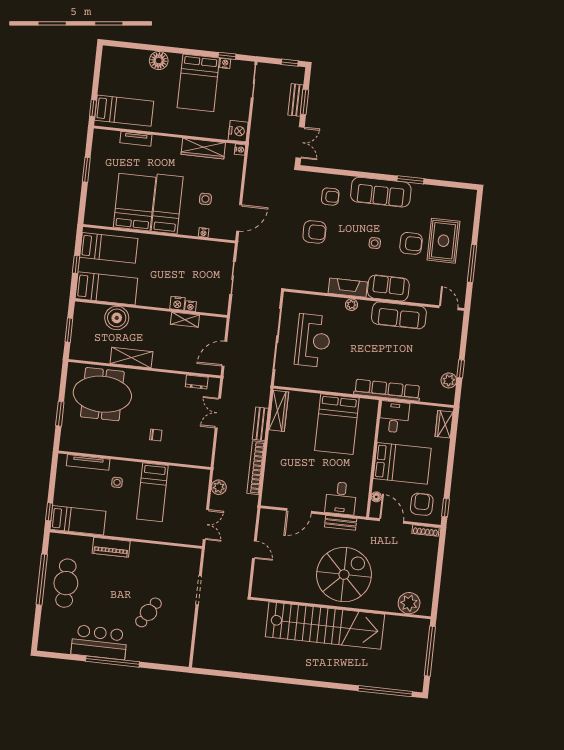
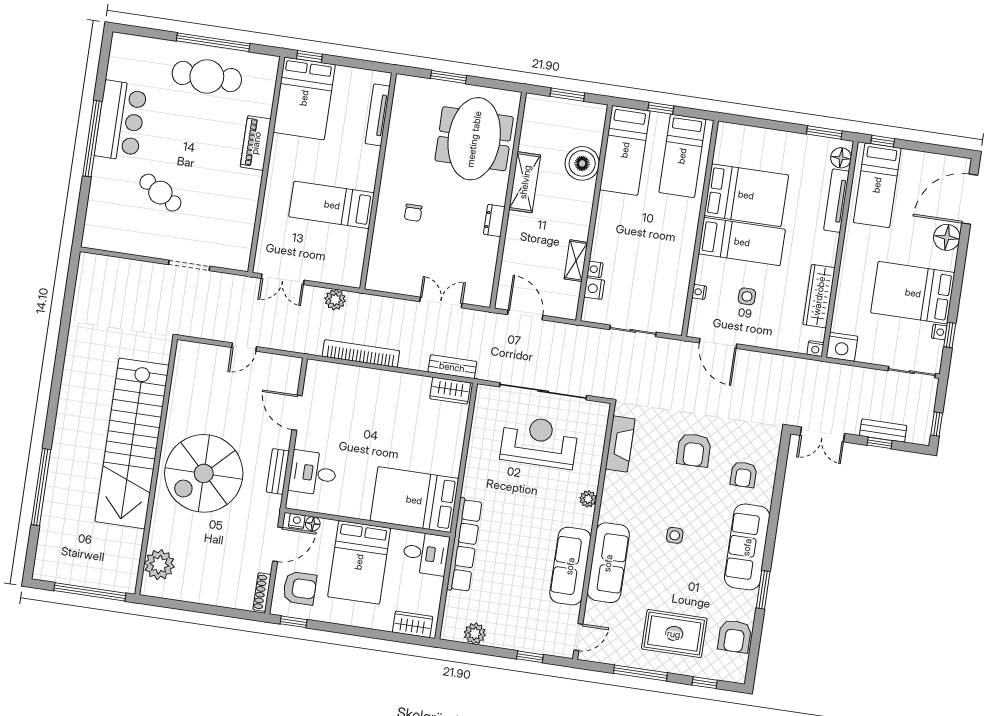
door: (131, 45) -> (970, 199), added
window: (304, 102) -> (880, 443), width x0.67
floor lamp: (106, 137) -> (841, 158), added
tv unit: (136, 139) -> (836, 201), width x1.41
window: (86, 170) -> (824, 132), moved
window: (477, 218) -> (705, 683), added
armchair: (411, 243) -> (735, 636), moved
fireplace: (348, 288) -> (620, 444), moved
sofa: (388, 288) -> (608, 563), width x1.36
nightstand: (177, 303) -> (594, 289), moved
reception desk: (313, 340) -> (539, 442), turned 180
window: (461, 369) -> (530, 657), moved
dresser: (197, 382) -> (494, 221), moved
wardrobe: (279, 411) -> (450, 391), width x0.67
bench: (260, 424) -> (452, 367), moved
bed: (337, 424) -> (414, 500), moved
side table: (117, 482) -> (348, 155), removed
nightstand: (375, 508) -> (297, 521), added
bed: (78, 520) -> (304, 98), width x1.50
spiral stairs: (344, 575) -> (204, 473), turned 90
window: (385, 691) -> (41, 487), moved

